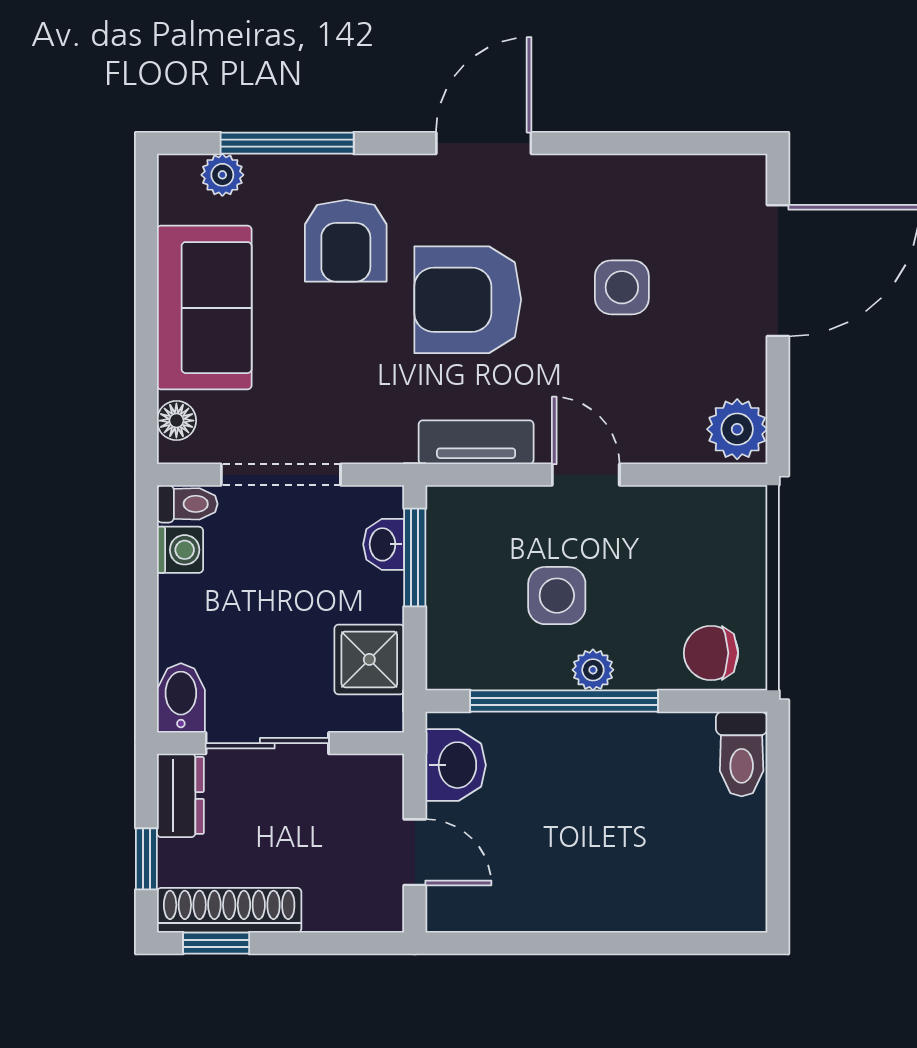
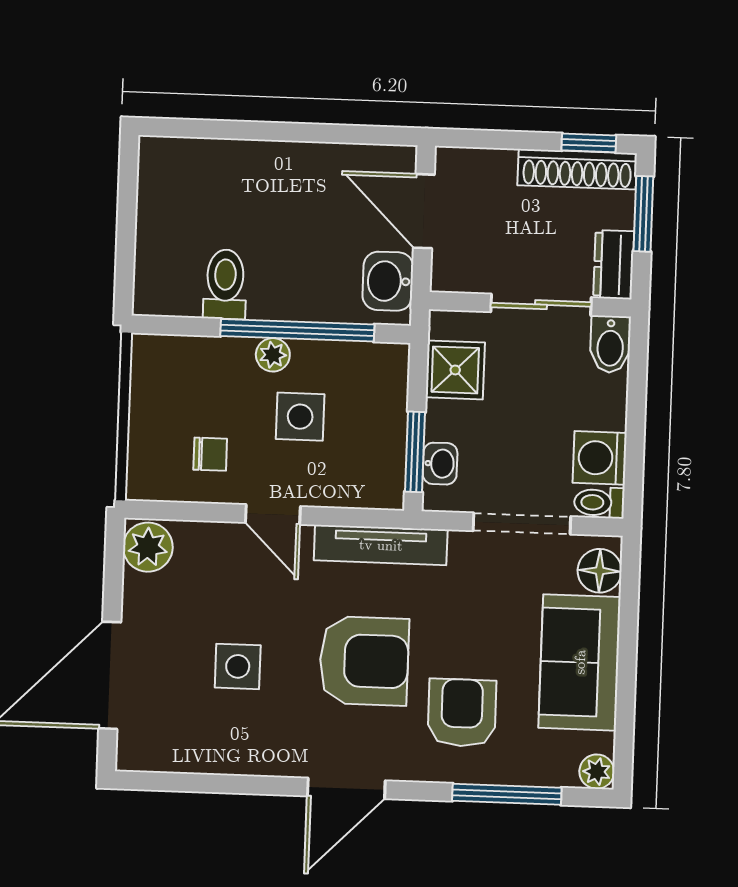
plant: (222, 175) -> (597, 772), moved
floor lamp: (176, 421) -> (600, 571), width x1.37, depth x1.37
tv unit: (476, 442) -> (381, 545), width x1.41
washing machine: (180, 550) -> (600, 458), width x1.38, depth x1.38
chair: (711, 653) -> (210, 454), moved, width x0.73, depth x0.73
toilet: (742, 754) -> (225, 284), moved
door: (415, 852) -> (424, 211), width x1.38
window: (146, 859) -> (643, 214), width x1.50

